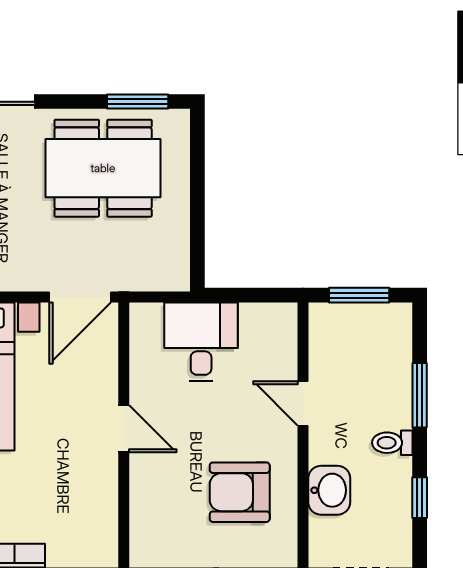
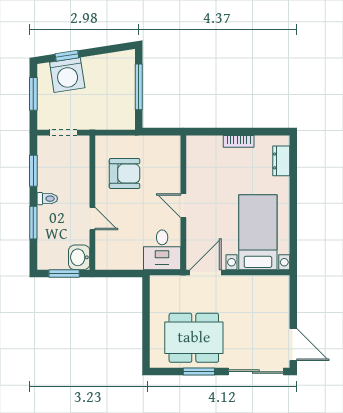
window: (138, 102) -> (199, 372), moved
desk: (201, 342) -> (162, 250), moved
washbasin: (329, 490) -> (79, 257), moved
window: (420, 498) -> (33, 171), width x1.50

